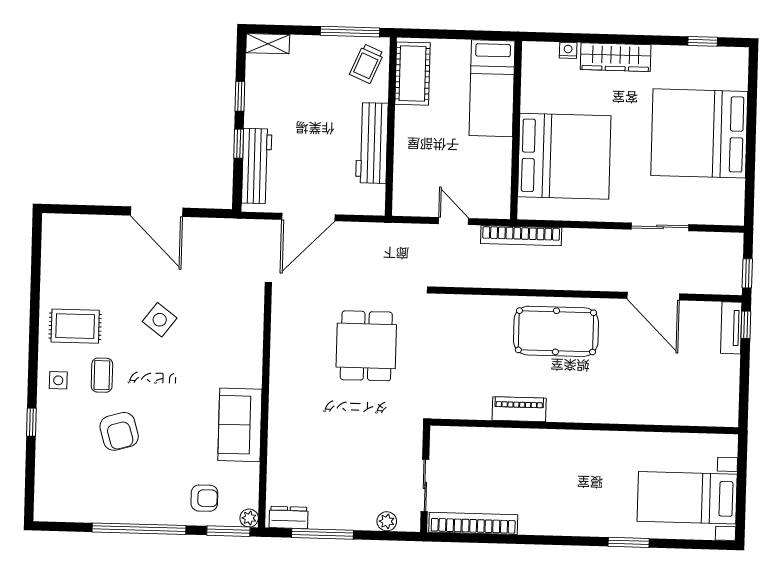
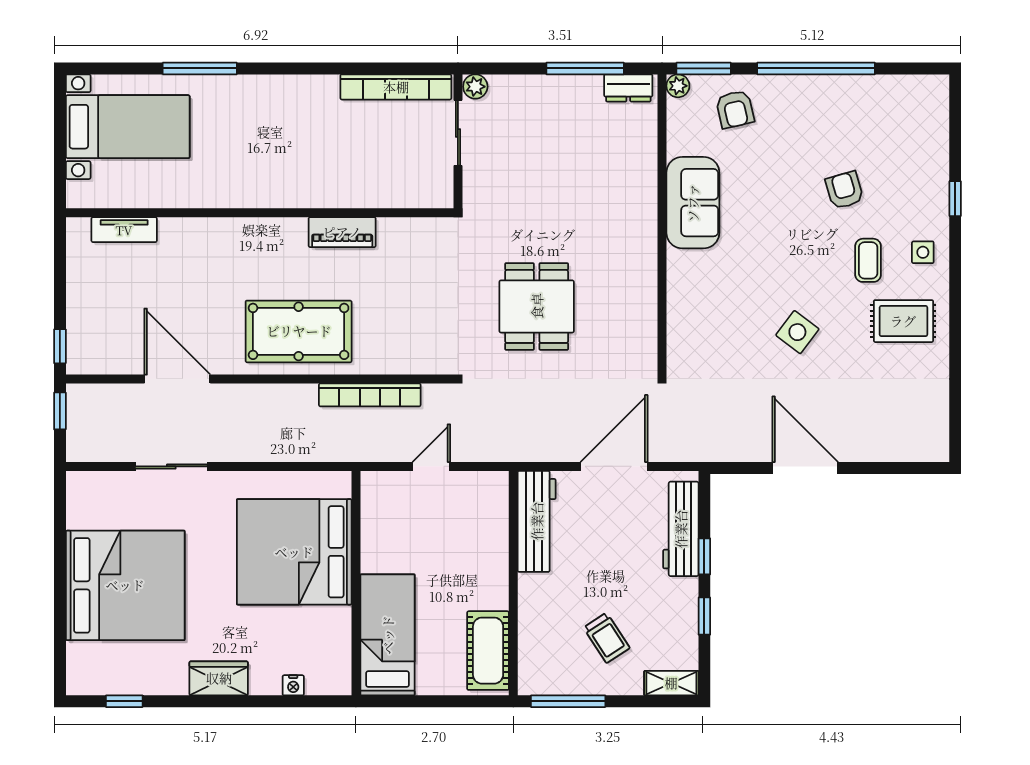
wardrobe: (616, 57) -> (219, 678), width x0.67
trolley: (367, 64) -> (607, 638), moved, turned 124
workbench: (372, 143) -> (537, 521), moved
door: (453, 221) -> (431, 466), swing flipped
bookcase: (521, 236) -> (370, 395), moved, turned 180
tv unit: (731, 328) -> (124, 230), moved, turned 90
armchair: (119, 431) -> (844, 190), width x0.72, depth x0.72
armchair: (204, 498) -> (735, 109), turned -103
plant: (387, 521) -> (475, 87), moved
window: (629, 542) -> (200, 68), width x1.44

